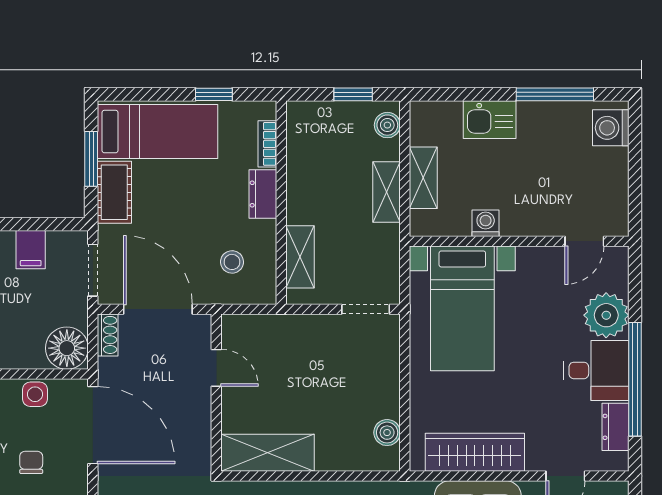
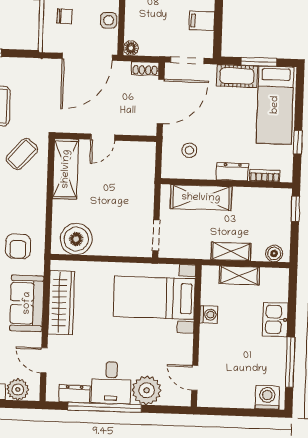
window: (353, 94) -> (295, 209), moved
shelving: (300, 257) -> (201, 198), width x1.50, depth x1.33
floor lamp: (67, 348) -> (131, 48), width x0.53, depth x0.53
door: (216, 368) -> (103, 137), moved
boiler: (387, 433) -> (76, 239), width x1.86, depth x1.86

